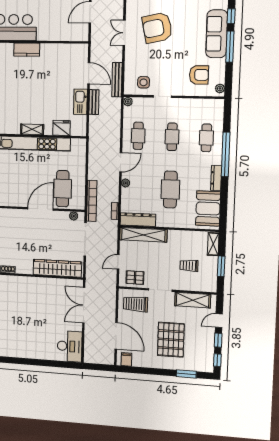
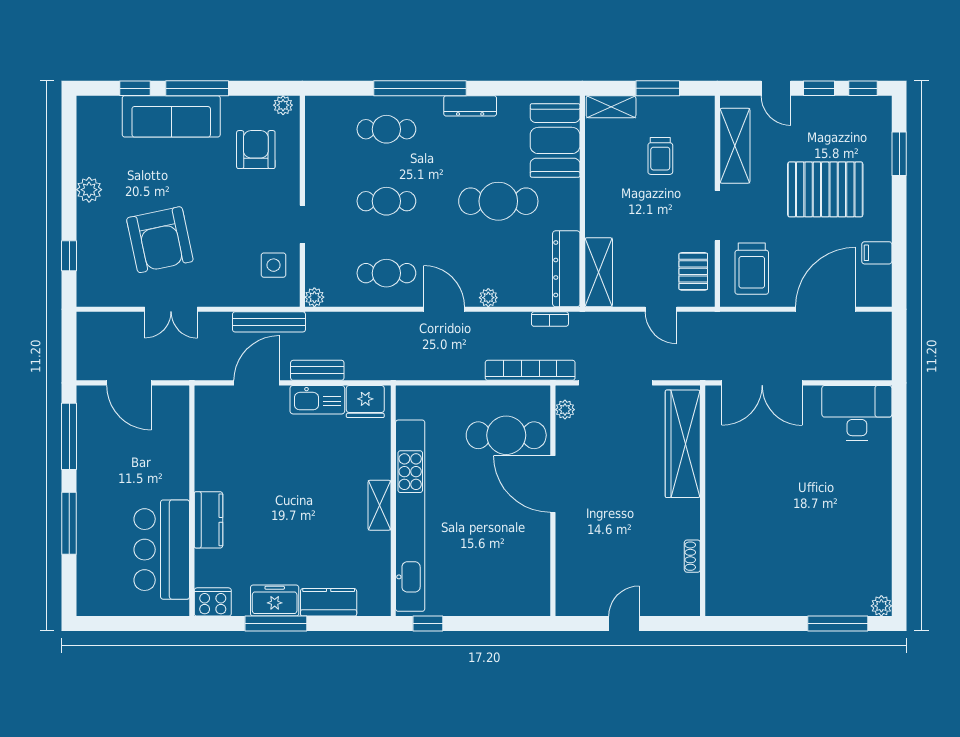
fridge: (62, 128) -> (365, 402), moved, turned -90
booth: (208, 208) -> (555, 140), moved, turned 90
shelving: (143, 235) -> (599, 272), width x0.68
filing cabinet: (126, 359) -> (877, 253), moved

